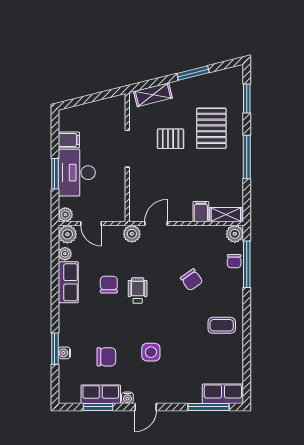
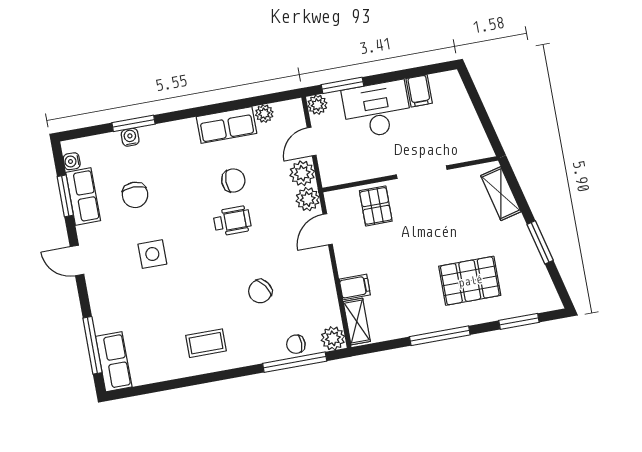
pallet: (171, 139) -> (376, 206), moved
window: (55, 174) -> (343, 85), moved
door: (156, 223) -> (328, 229), swing flipped
plant: (67, 234) -> (302, 173), moved
coffee table: (222, 325) -> (206, 343), turned 90
water cooler: (127, 398) -> (72, 161), moved

